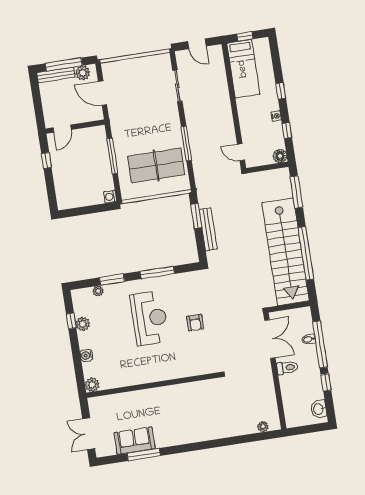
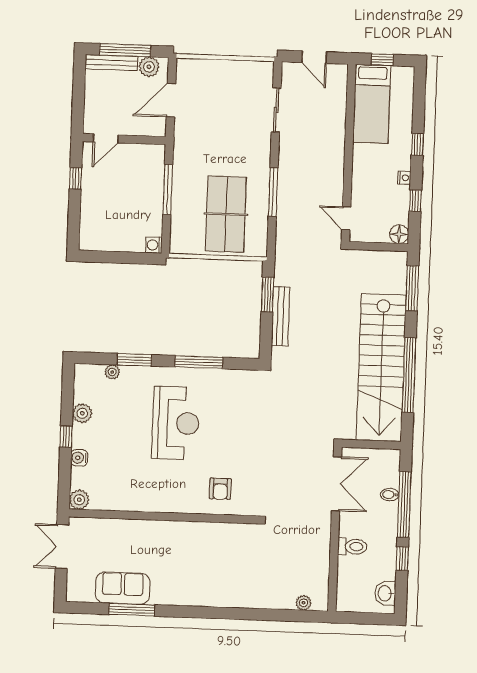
door: (103, 93) -> (171, 100), hinge flipped
table tennis table: (156, 165) -> (226, 214), turned 90
window: (71, 321) -> (66, 437), moved
armchair: (195, 323) -> (220, 489), moved
toilet: (287, 368) -> (352, 547), moved
double door: (89, 434) -> (62, 547), moved

